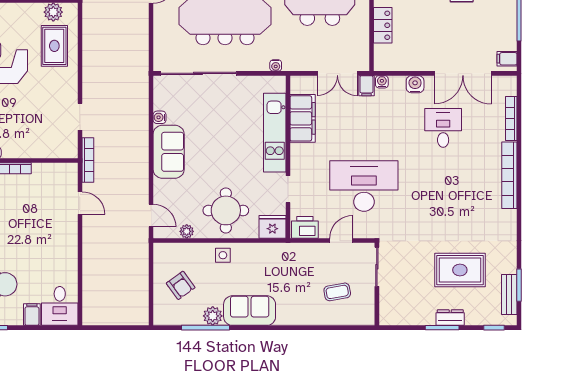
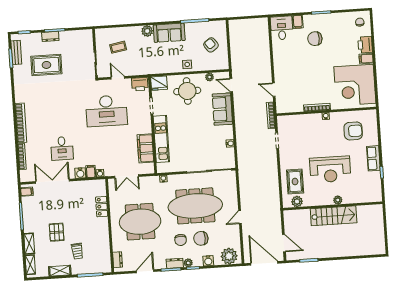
double door: (337, 73) -> (127, 176), swing flipped
filing cabinet: (366, 86) -> (91, 171), moved
sofa: (169, 152) -> (222, 109), moved
door: (341, 241) -> (118, 78), swing flipped
plant: (213, 316) -> (147, 31), moved

